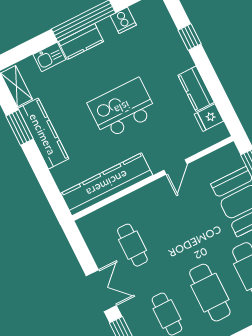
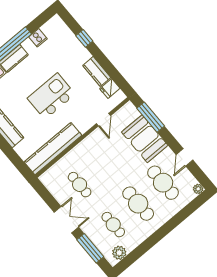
door: (175, 167) -> (103, 120), moved

